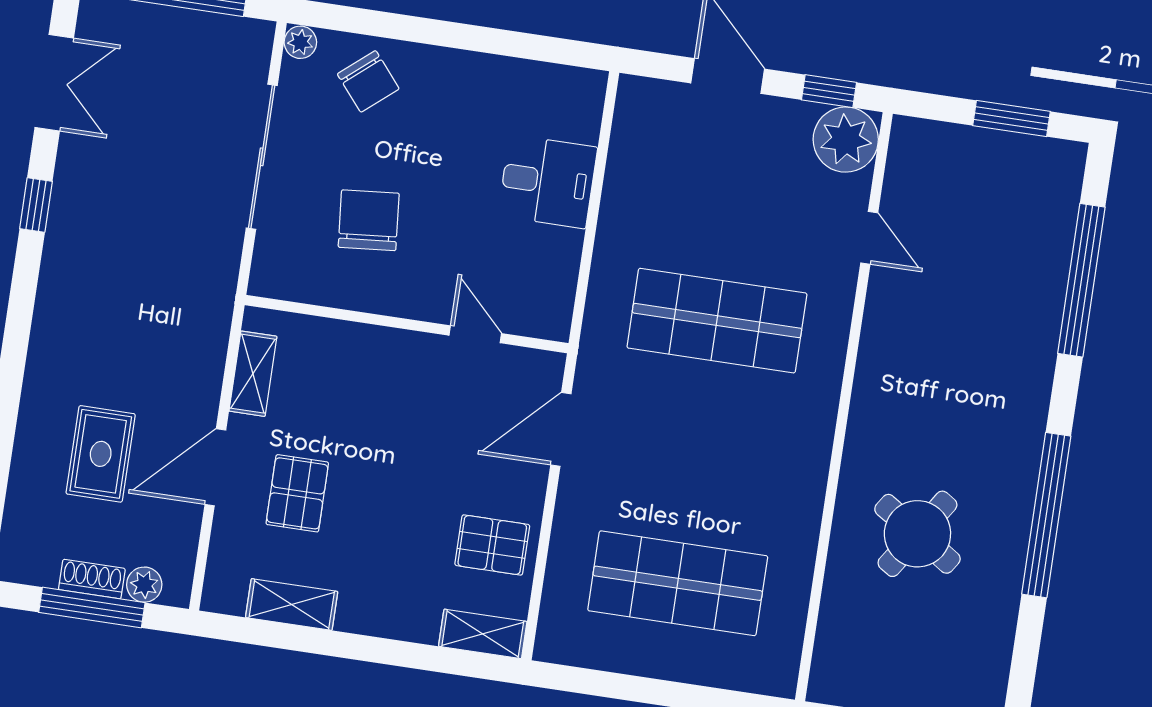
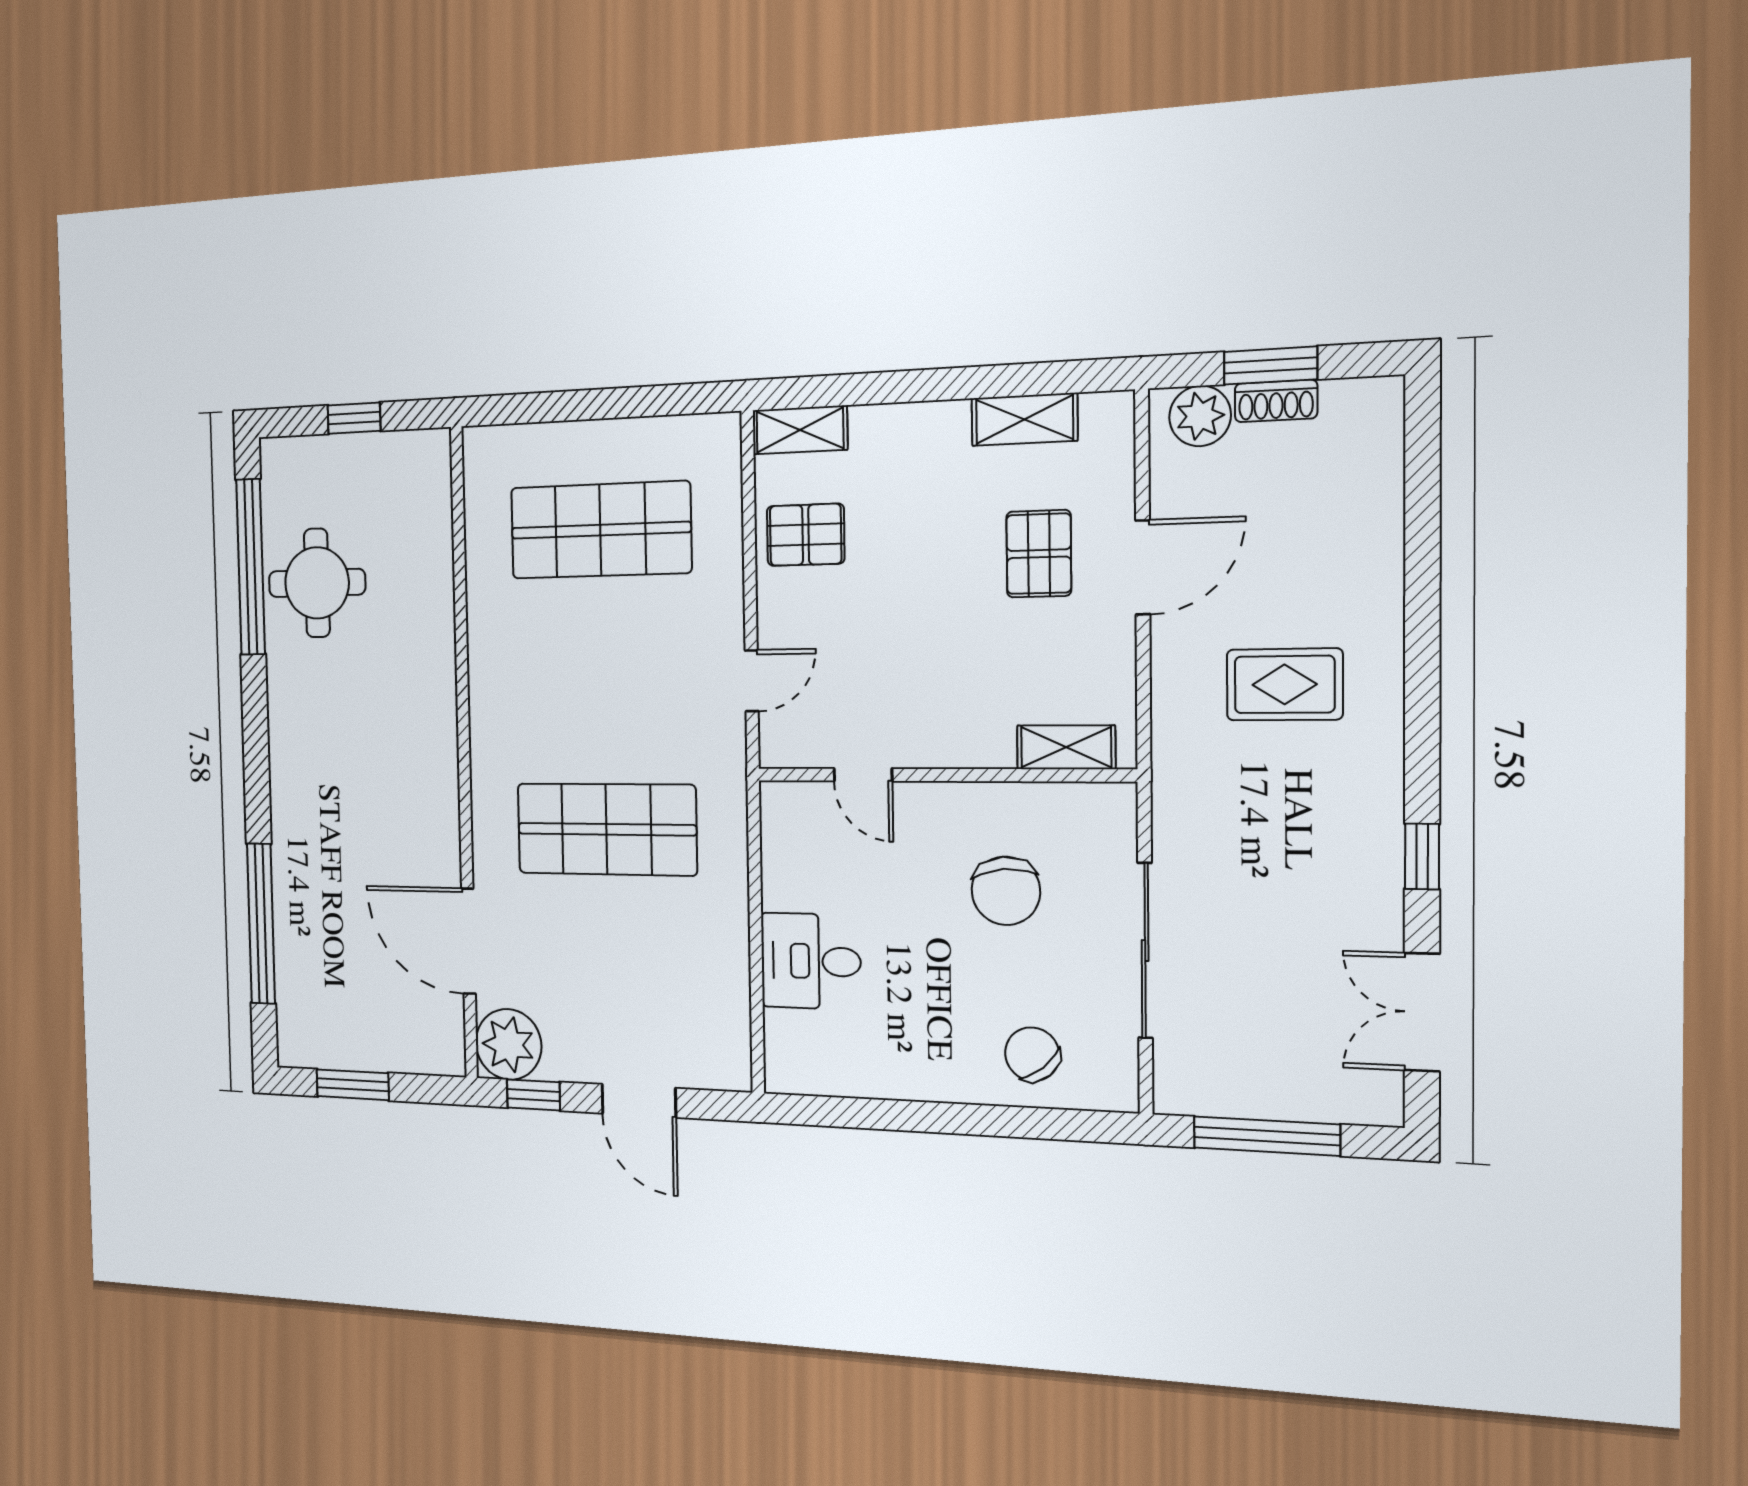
plant: (300, 42) -> (1120, 1092), removed
door: (869, 238) -> (468, 941), width x1.87
shelving: (253, 374) -> (1066, 747), moved, turned 90
door: (561, 429) -> (752, 681), width x0.73
rug: (101, 454) -> (1285, 684), moved, turned 90
window: (1046, 515) -> (251, 567), moved
round table: (917, 534) -> (317, 583), moved, turned -33
plant: (144, 585) -> (1200, 416), width x1.38, depth x1.38
window: (92, 607) -> (1270, 366), width x0.69

